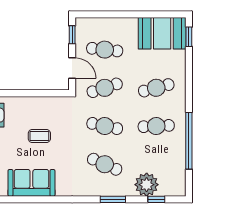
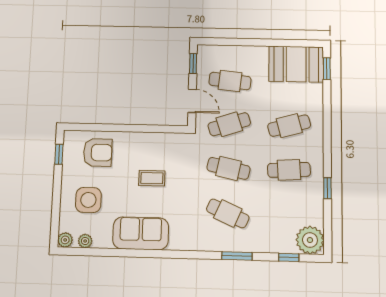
window: (189, 141) -> (327, 188), width x0.32
plant: (147, 185) -> (310, 240), moved

